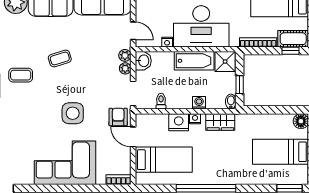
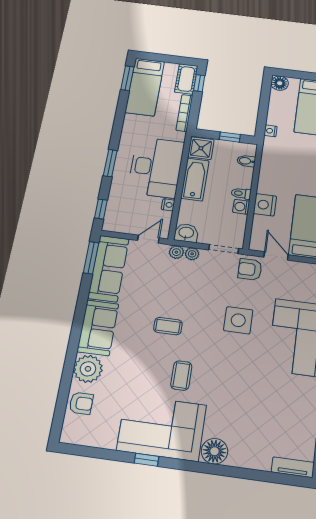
coffee table: (60, 58) -> (168, 326), turned -73
toilet: (161, 101) -> (241, 193), moved
bidet: (231, 102) -> (246, 161), moved
washing machine: (199, 103) -> (241, 207), moved
nightstand: (195, 119) -> (271, 131), moved
wardrobe: (220, 122) -> (270, 162), removed
door: (133, 137) -> (276, 256), swing flipped

